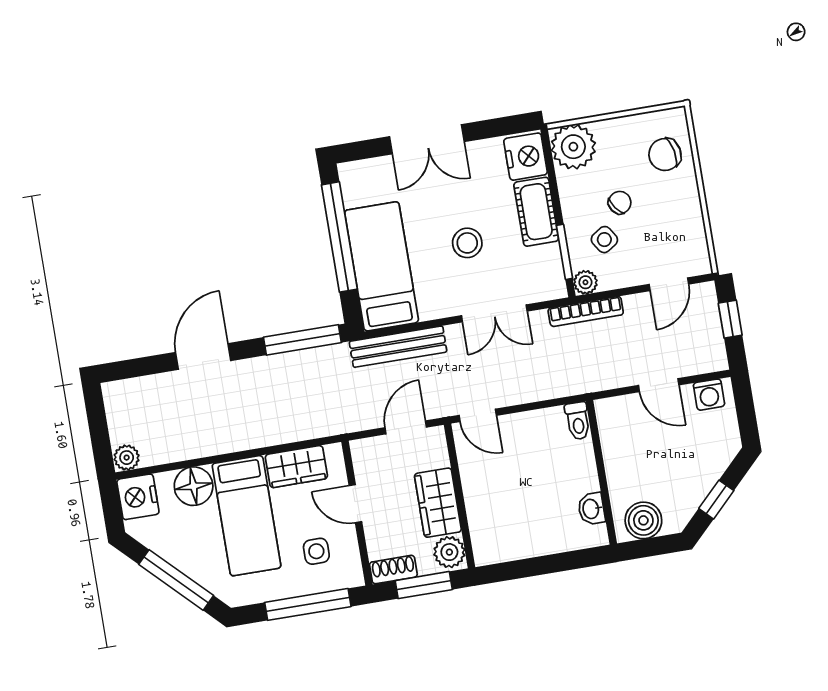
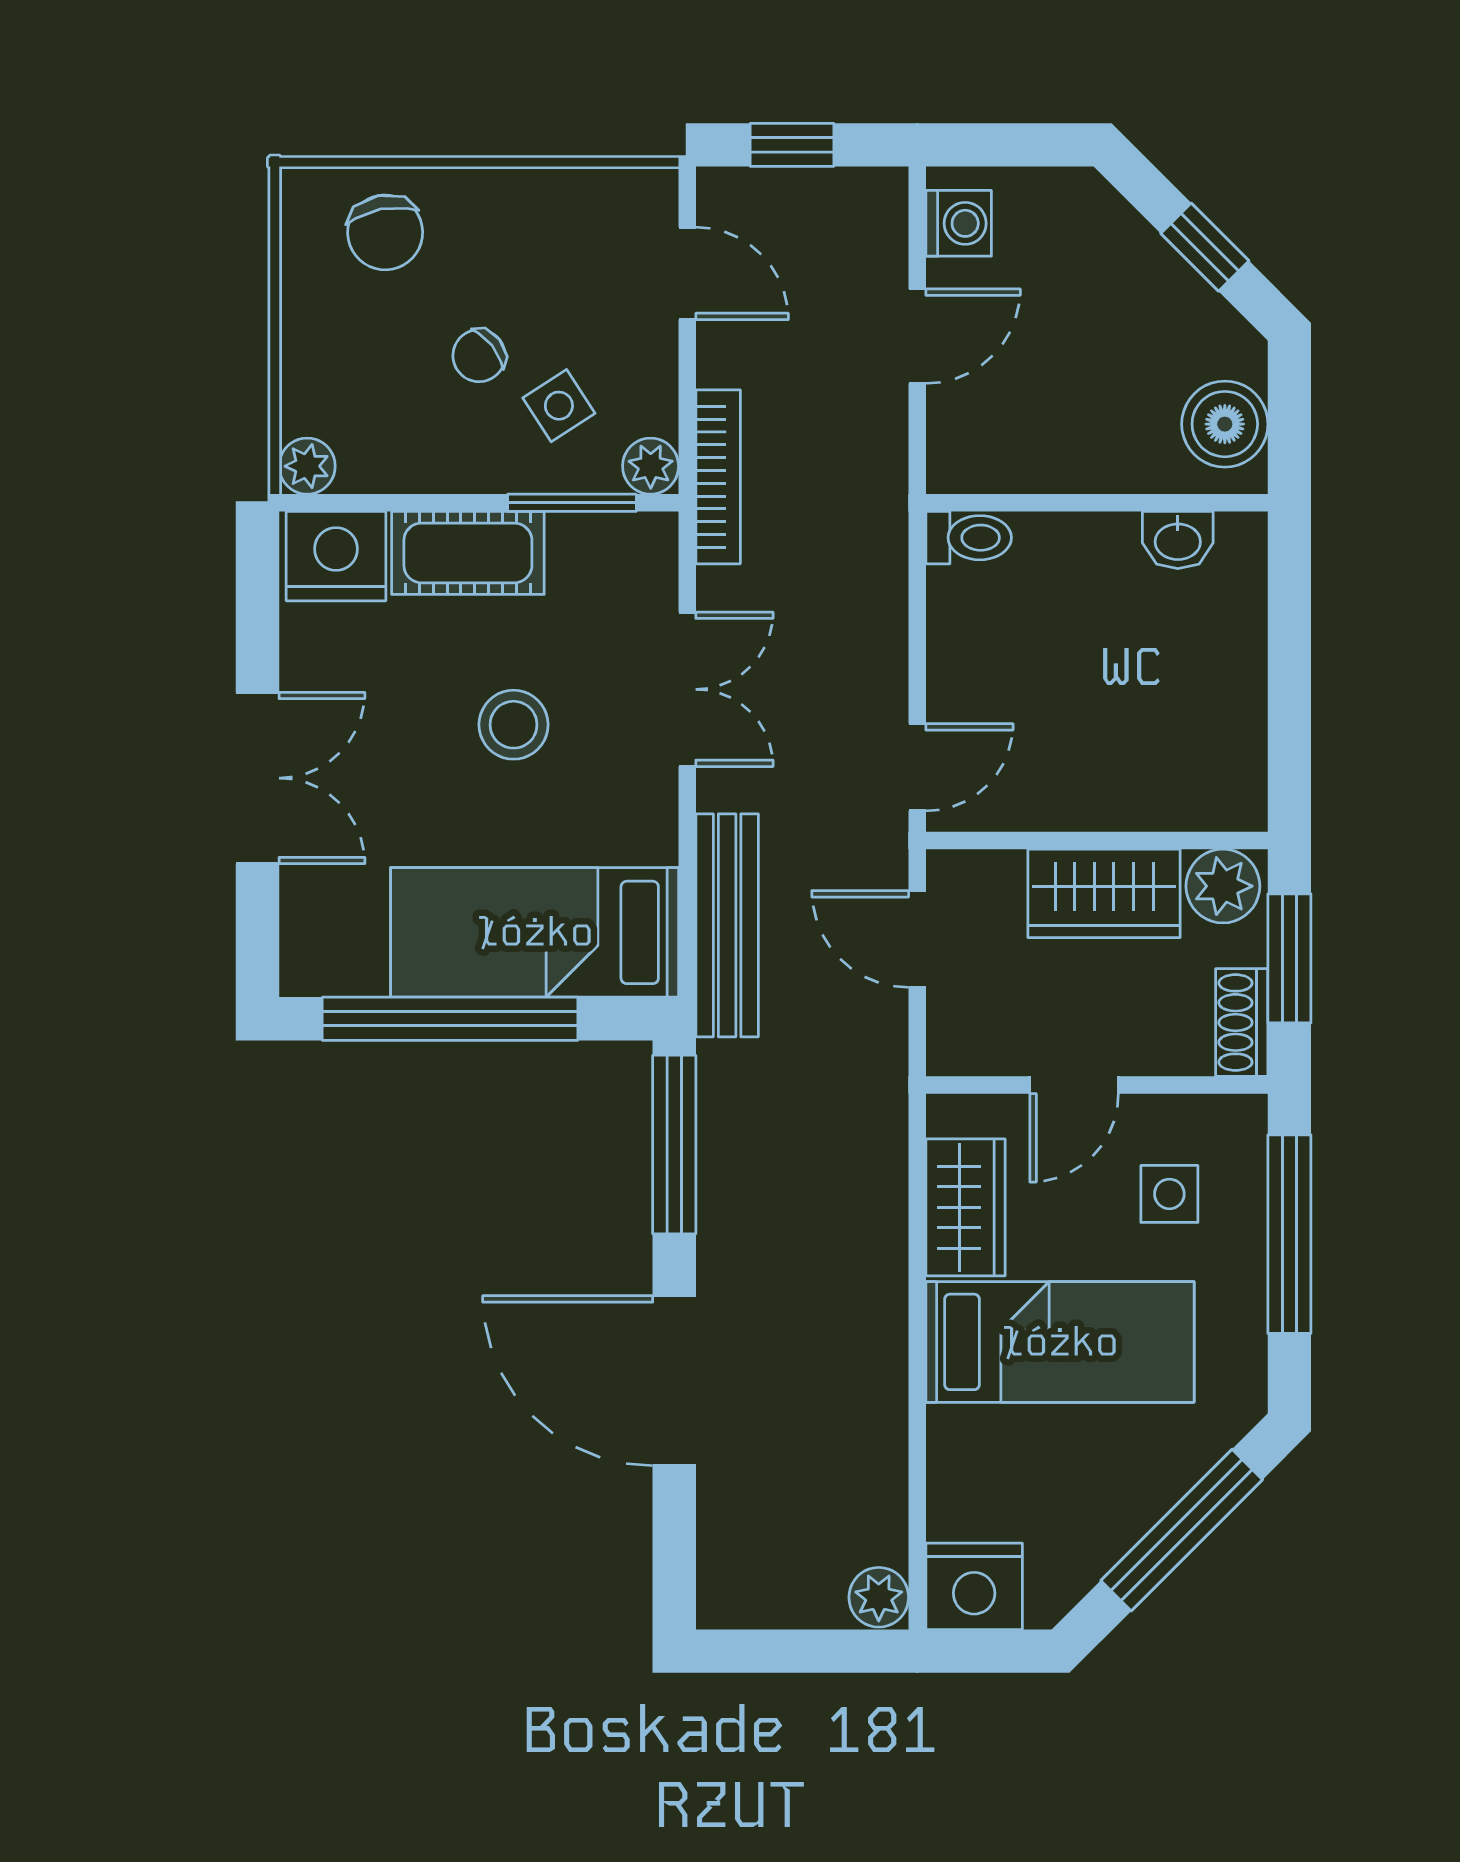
plant: (573, 147) -> (307, 466), width x0.53, depth x0.53
chair: (620, 203) -> (479, 356), turned -92
door: (203, 356) -> (674, 1381), width x1.36
floor lamp: (194, 486) -> (971, 1453), removed

